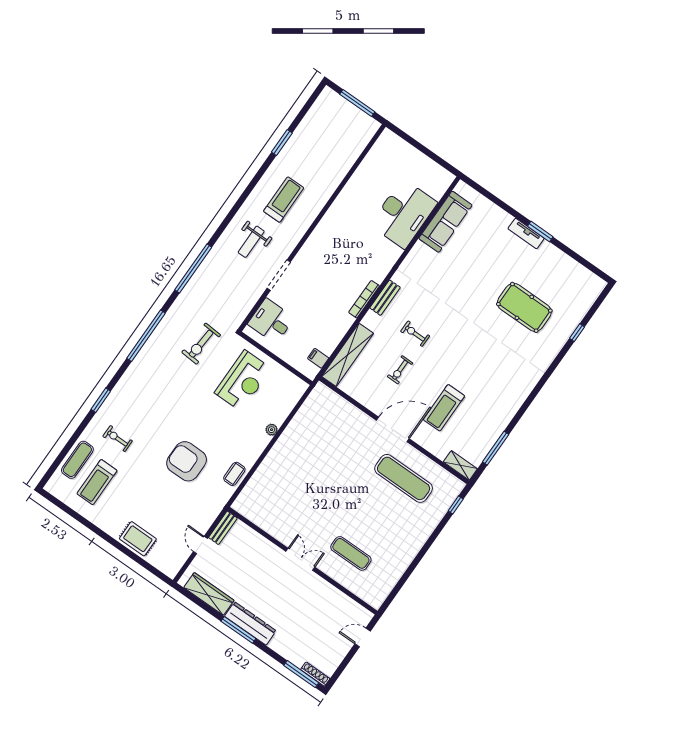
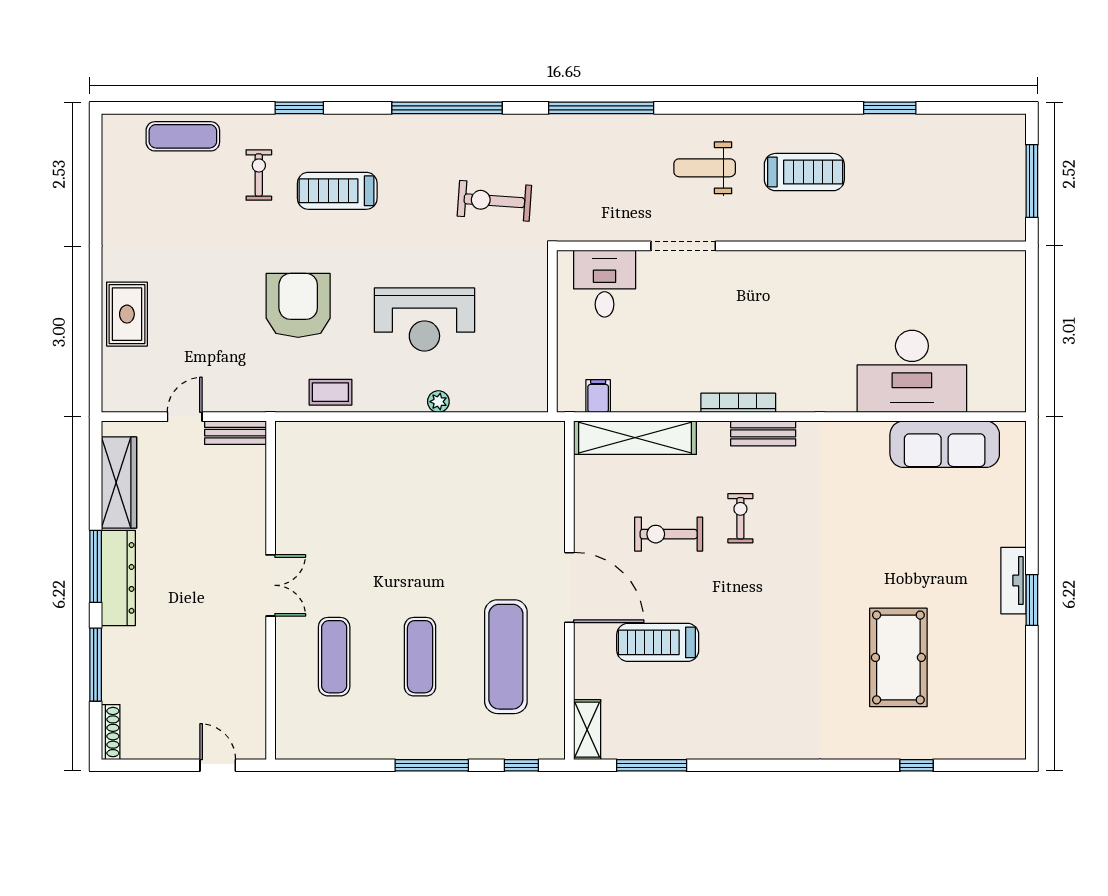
exercise bike: (400, 370) -> (669, 534), width x1.38, depth x1.39
reception desk: (243, 381) -> (424, 320), moved
treadmill: (97, 482) -> (337, 191), moved
exercise mat: (377, 516) -> (420, 657), added
window: (428, 544) -> (432, 765), added
window: (301, 674) -> (96, 665), moved

